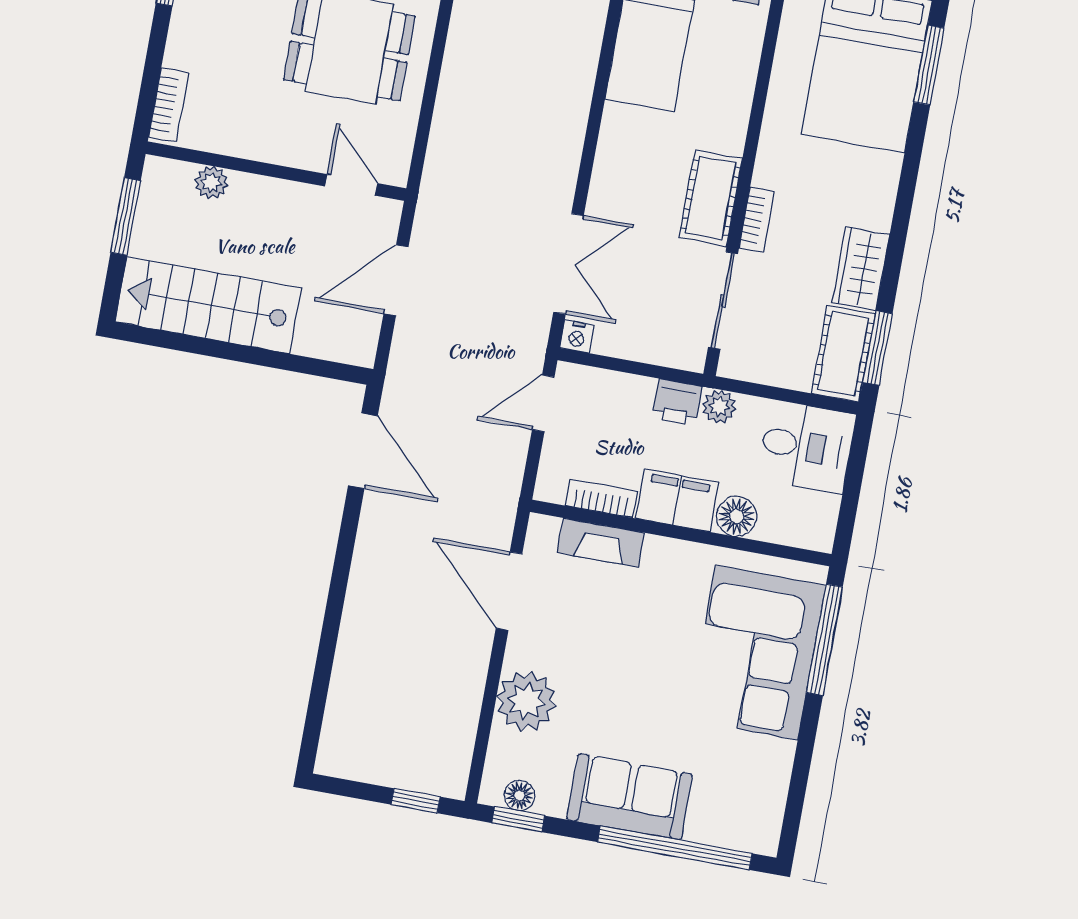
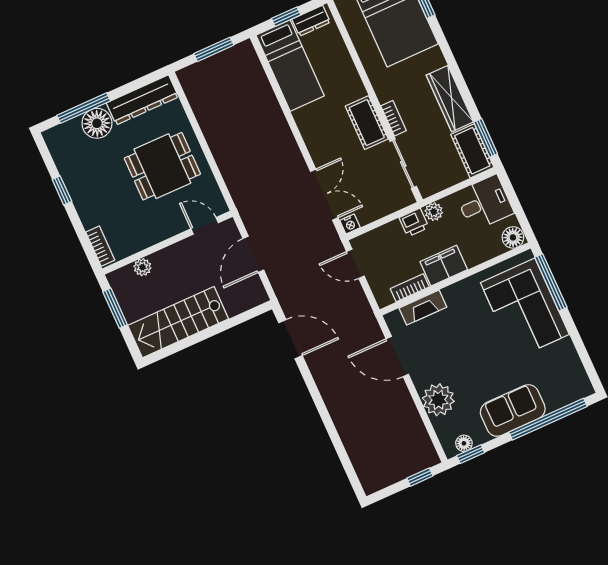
wardrobe: (861, 268) -> (450, 99), width x1.50
door: (543, 403) -> (355, 264), hinge flipped
floor lamp: (737, 516) -> (513, 237), moved

